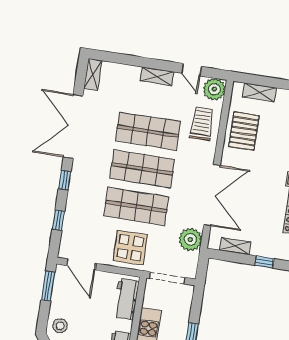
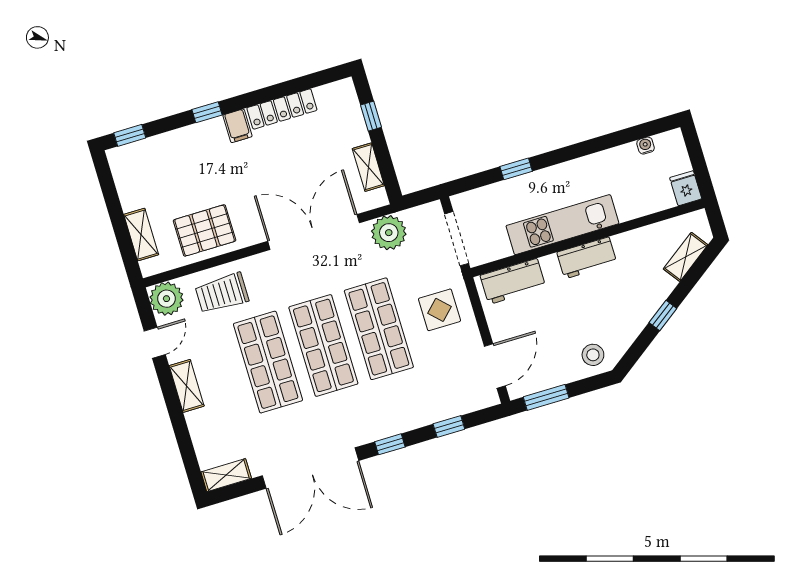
display table: (130, 248) -> (439, 310), width x0.73, depth x0.73

